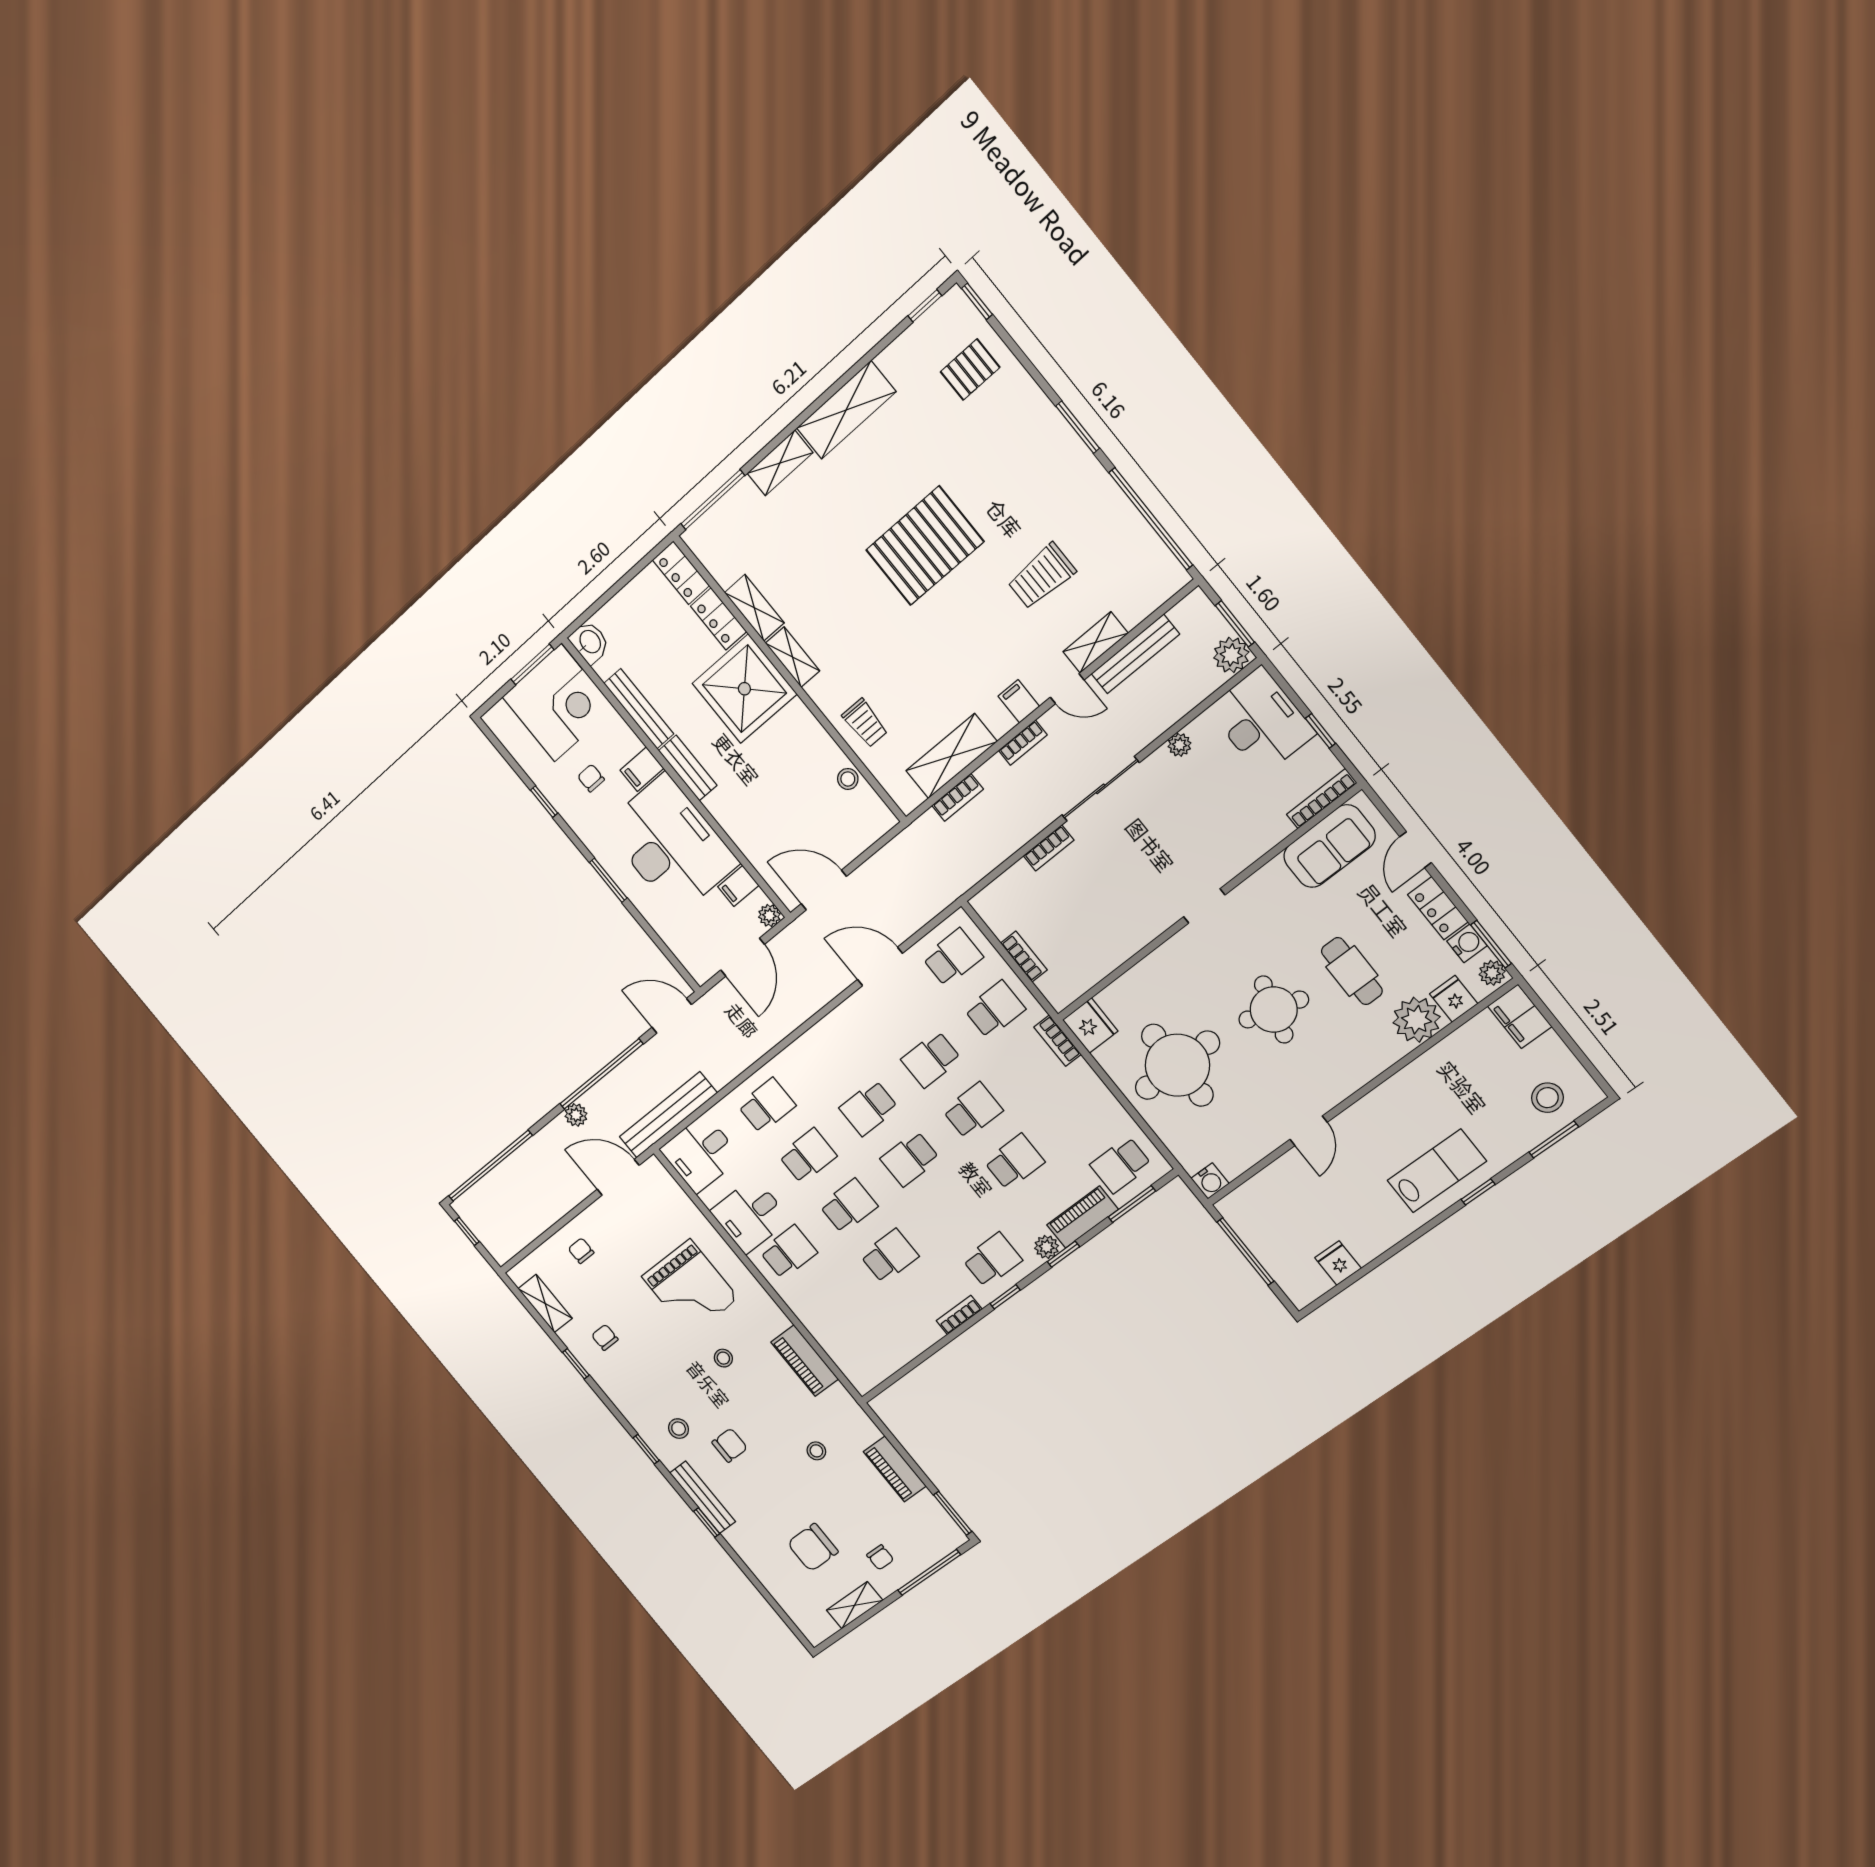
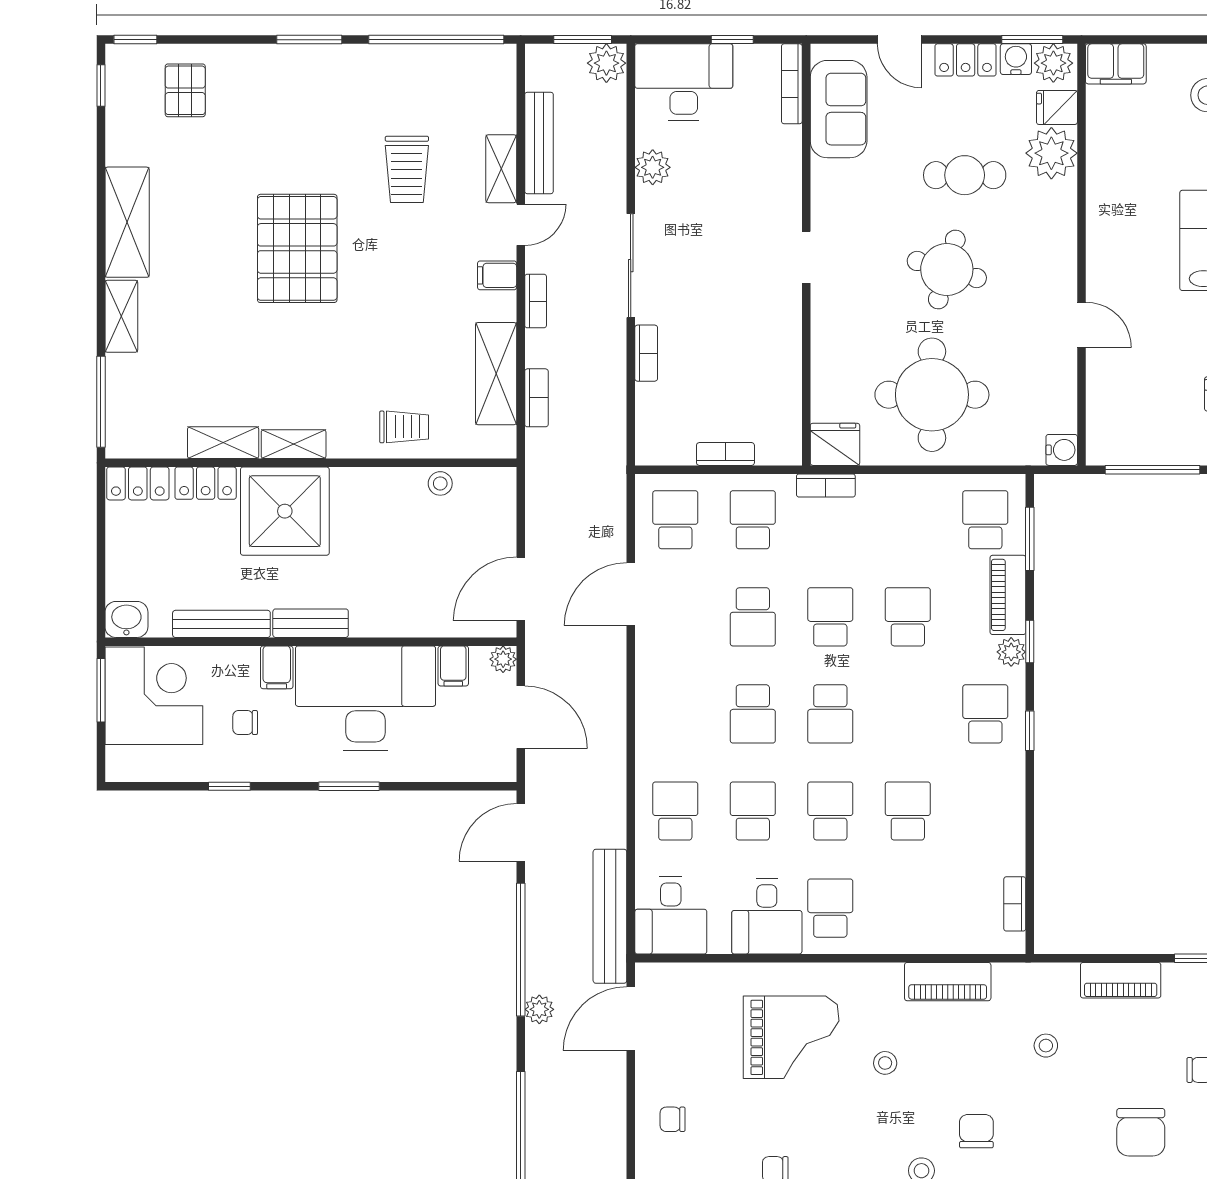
plant: (1179, 745) -> (653, 167), width x1.38, depth x1.38
plant: (1492, 973) -> (1053, 63), width x1.38, depth x1.38
school desk: (1121, 1165) -> (985, 520), turned 180
bookcase: (959, 1315) -> (1015, 904), moved

